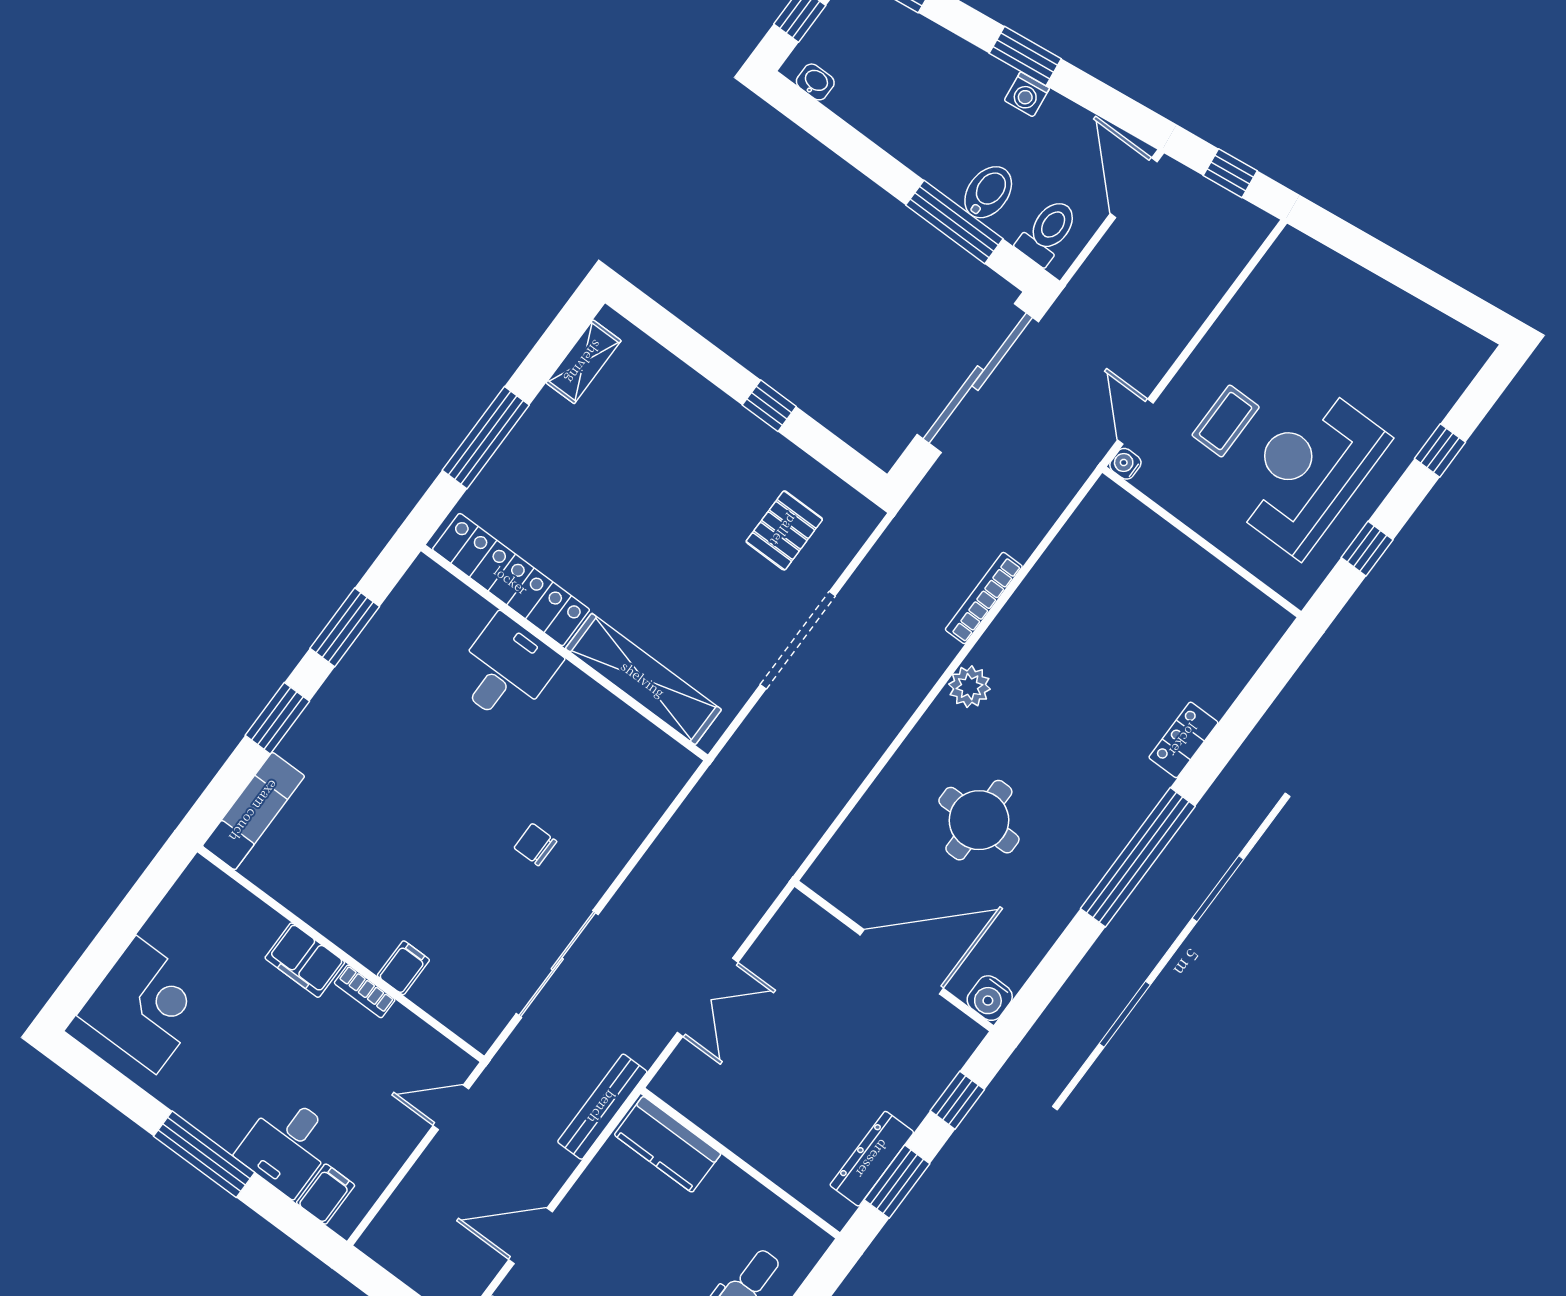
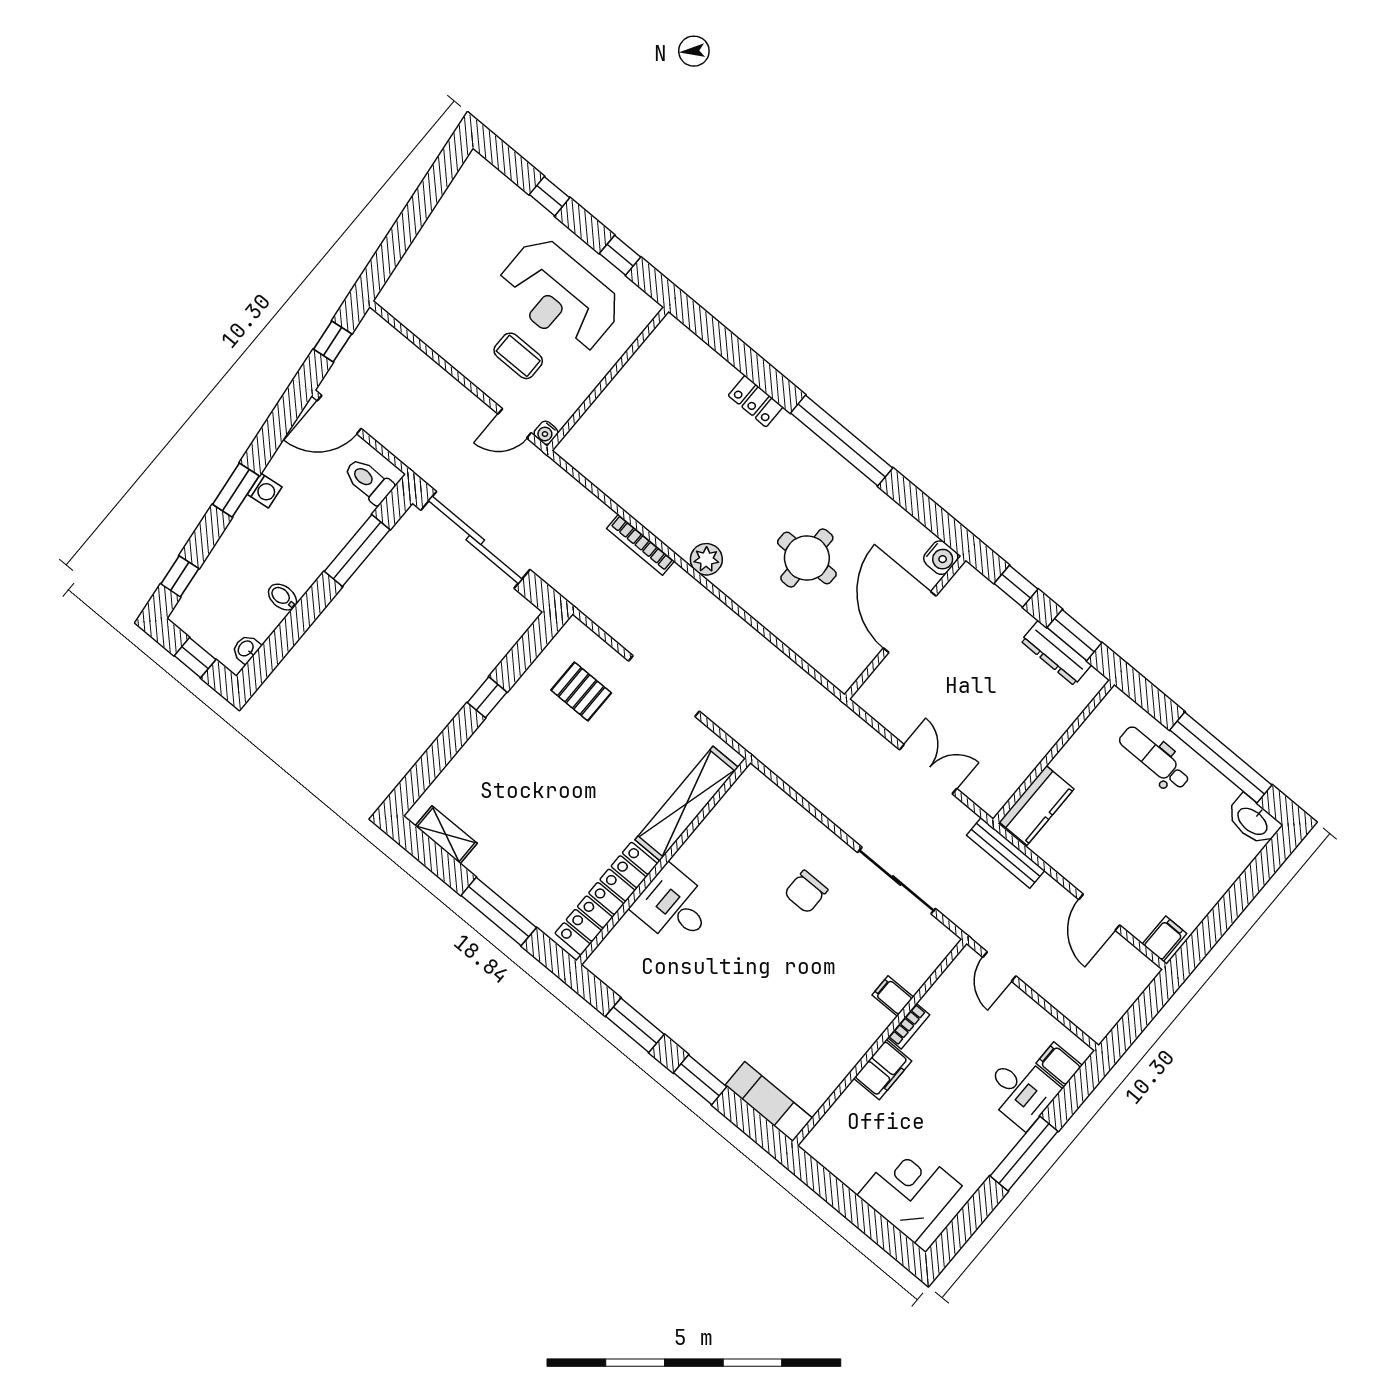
bidet: (988, 192) -> (283, 597), moved, width x0.72, depth x0.74
chair: (535, 845) -> (806, 892), width x1.37, depth x1.37

